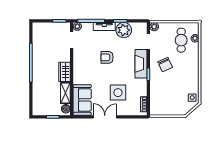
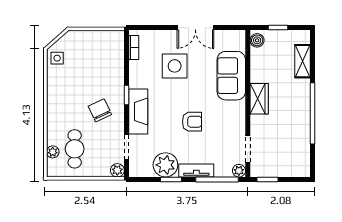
shelving: (65, 93) -> (302, 61), moved
sofa: (82, 100) -> (231, 76), moved

